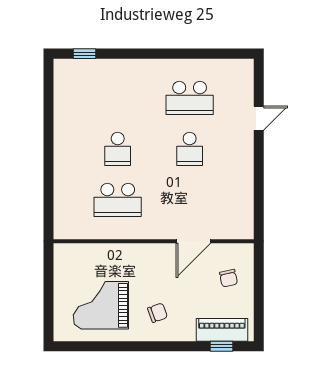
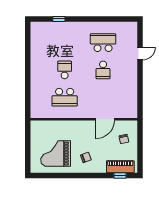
window: (84, 54) -> (59, 19), moved
school desk: (190, 98) -> (103, 43), turned 180
school desk: (118, 149) -> (65, 70), turned 180

